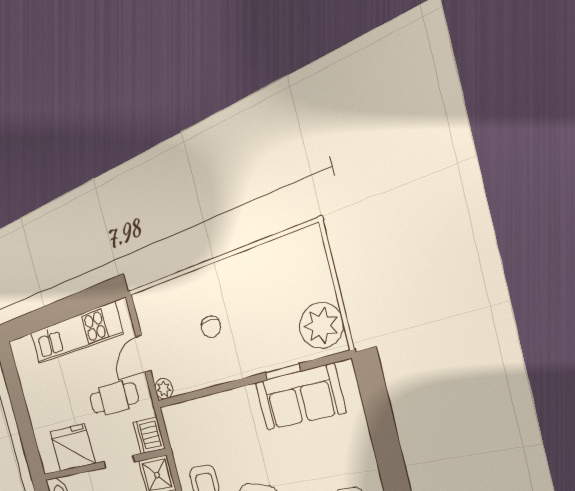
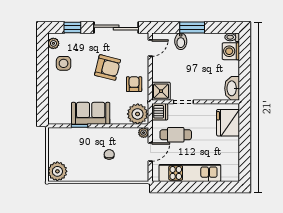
plant: (321, 326) -> (57, 171), moved
sofa: (300, 397) -> (91, 113), moved
plant: (183, 423) -> (138, 114), added
fridge: (72, 448) -> (228, 123), moved, turned 90

